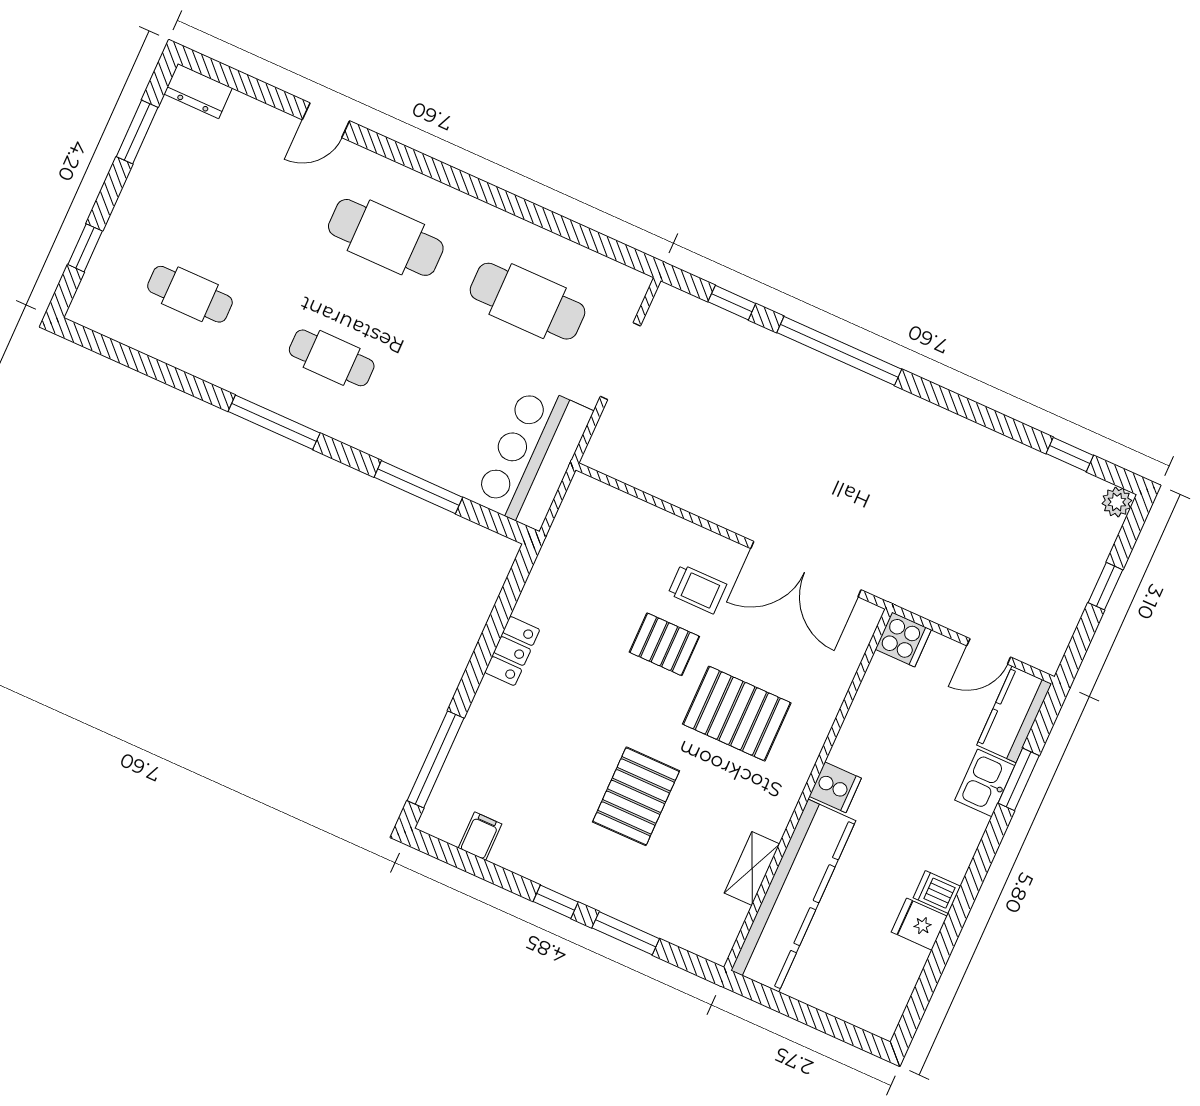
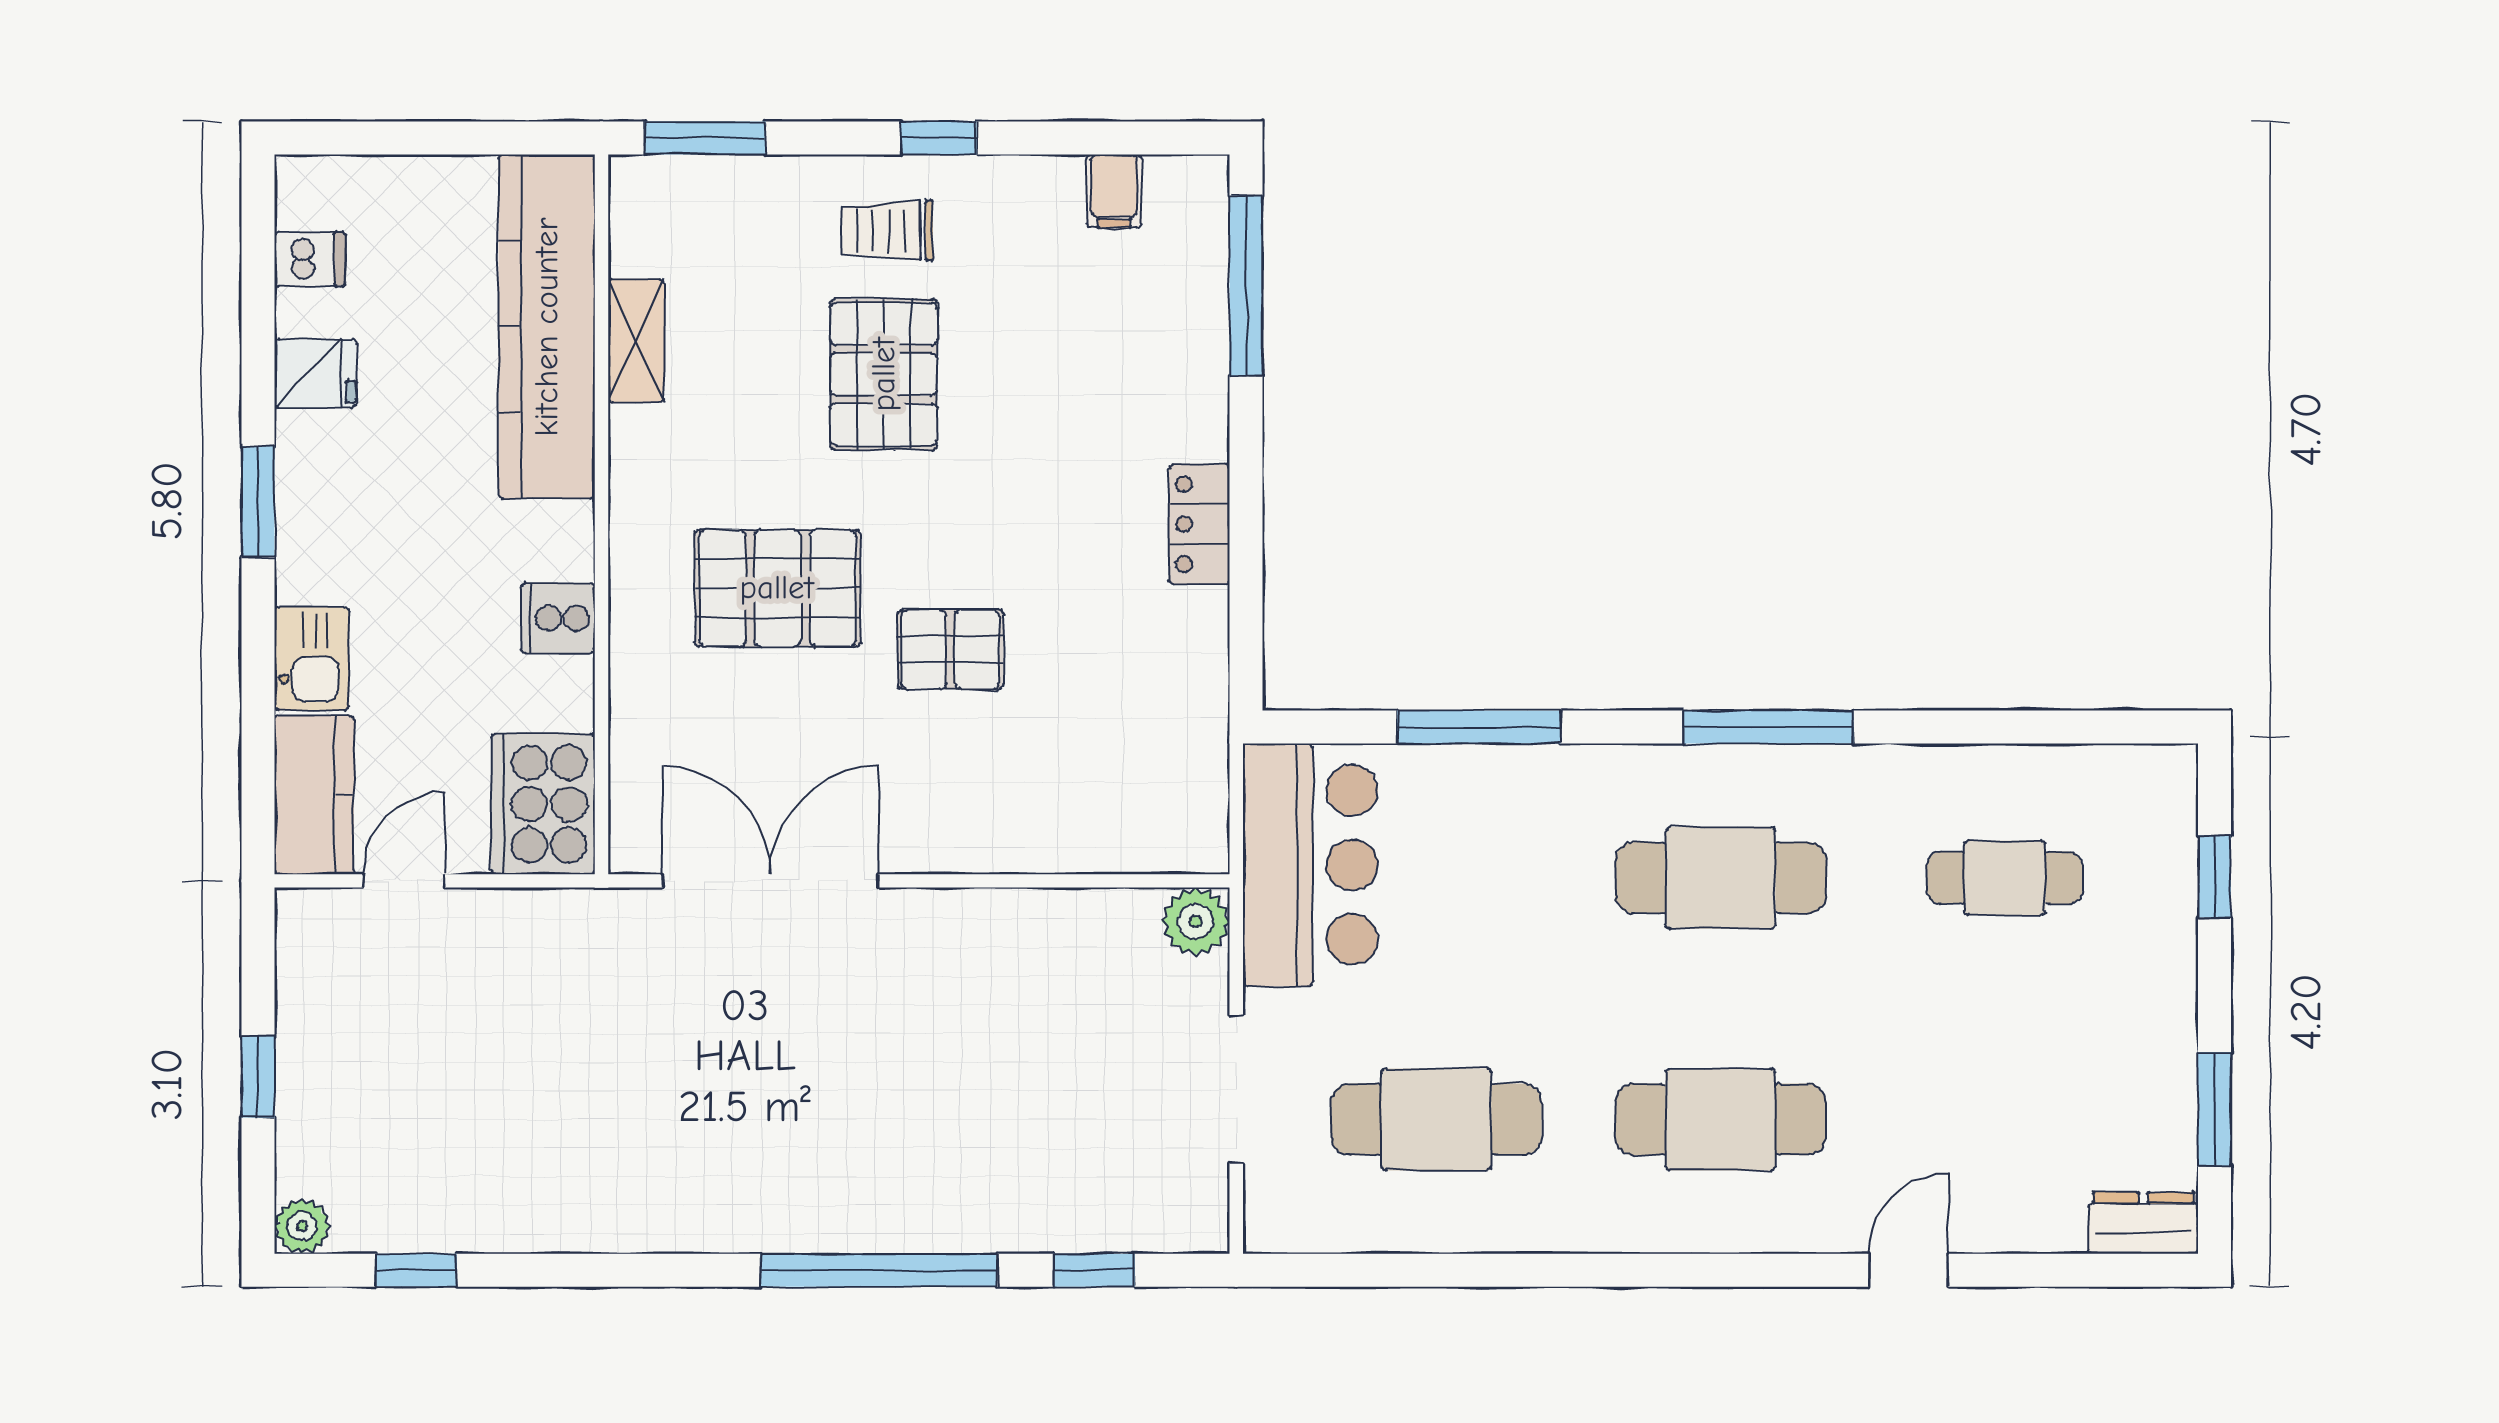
cafe table: (332, 358) -> (1721, 878), width x1.37, depth x1.35
plant: (603, 454) -> (1196, 921), added
trolley: (697, 589) -> (887, 230), moved
cooker: (903, 639) -> (543, 804), width x1.87, depth x1.31
window: (1019, 779) -> (258, 501), moved
cooker: (835, 787) -> (558, 618), moved
dishwasher: (937, 892) -> (310, 259), moved
window: (626, 933) -> (705, 138), moved

